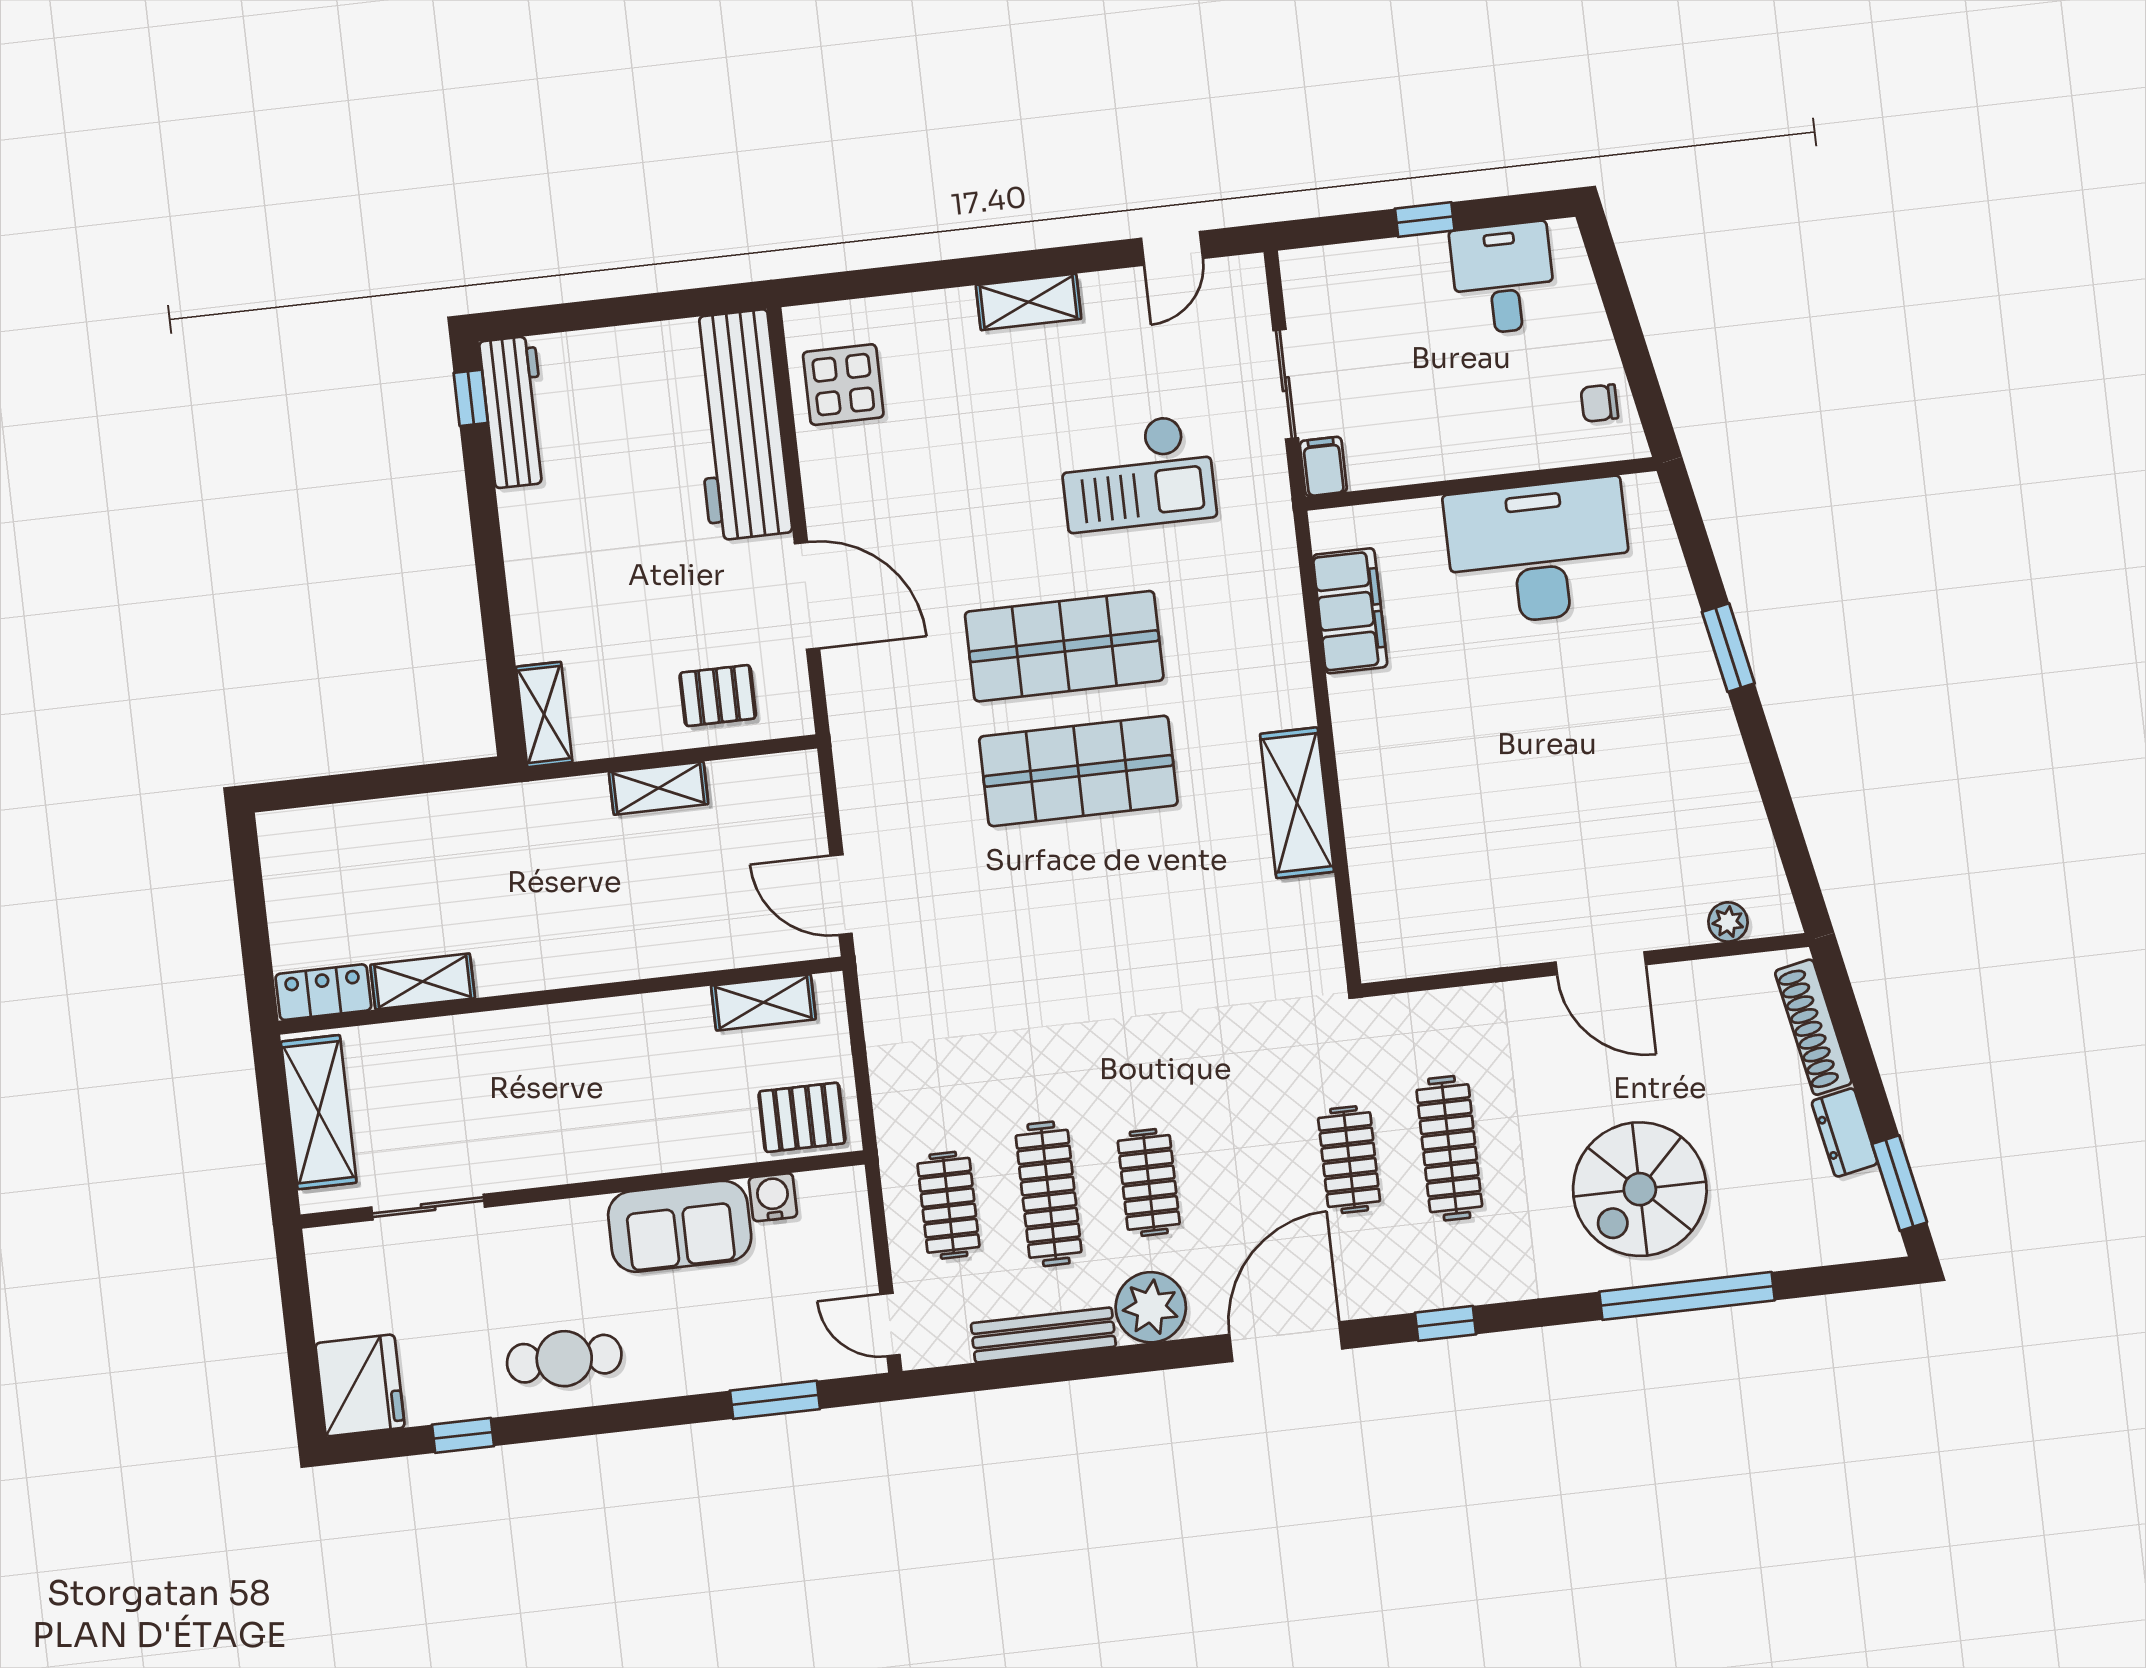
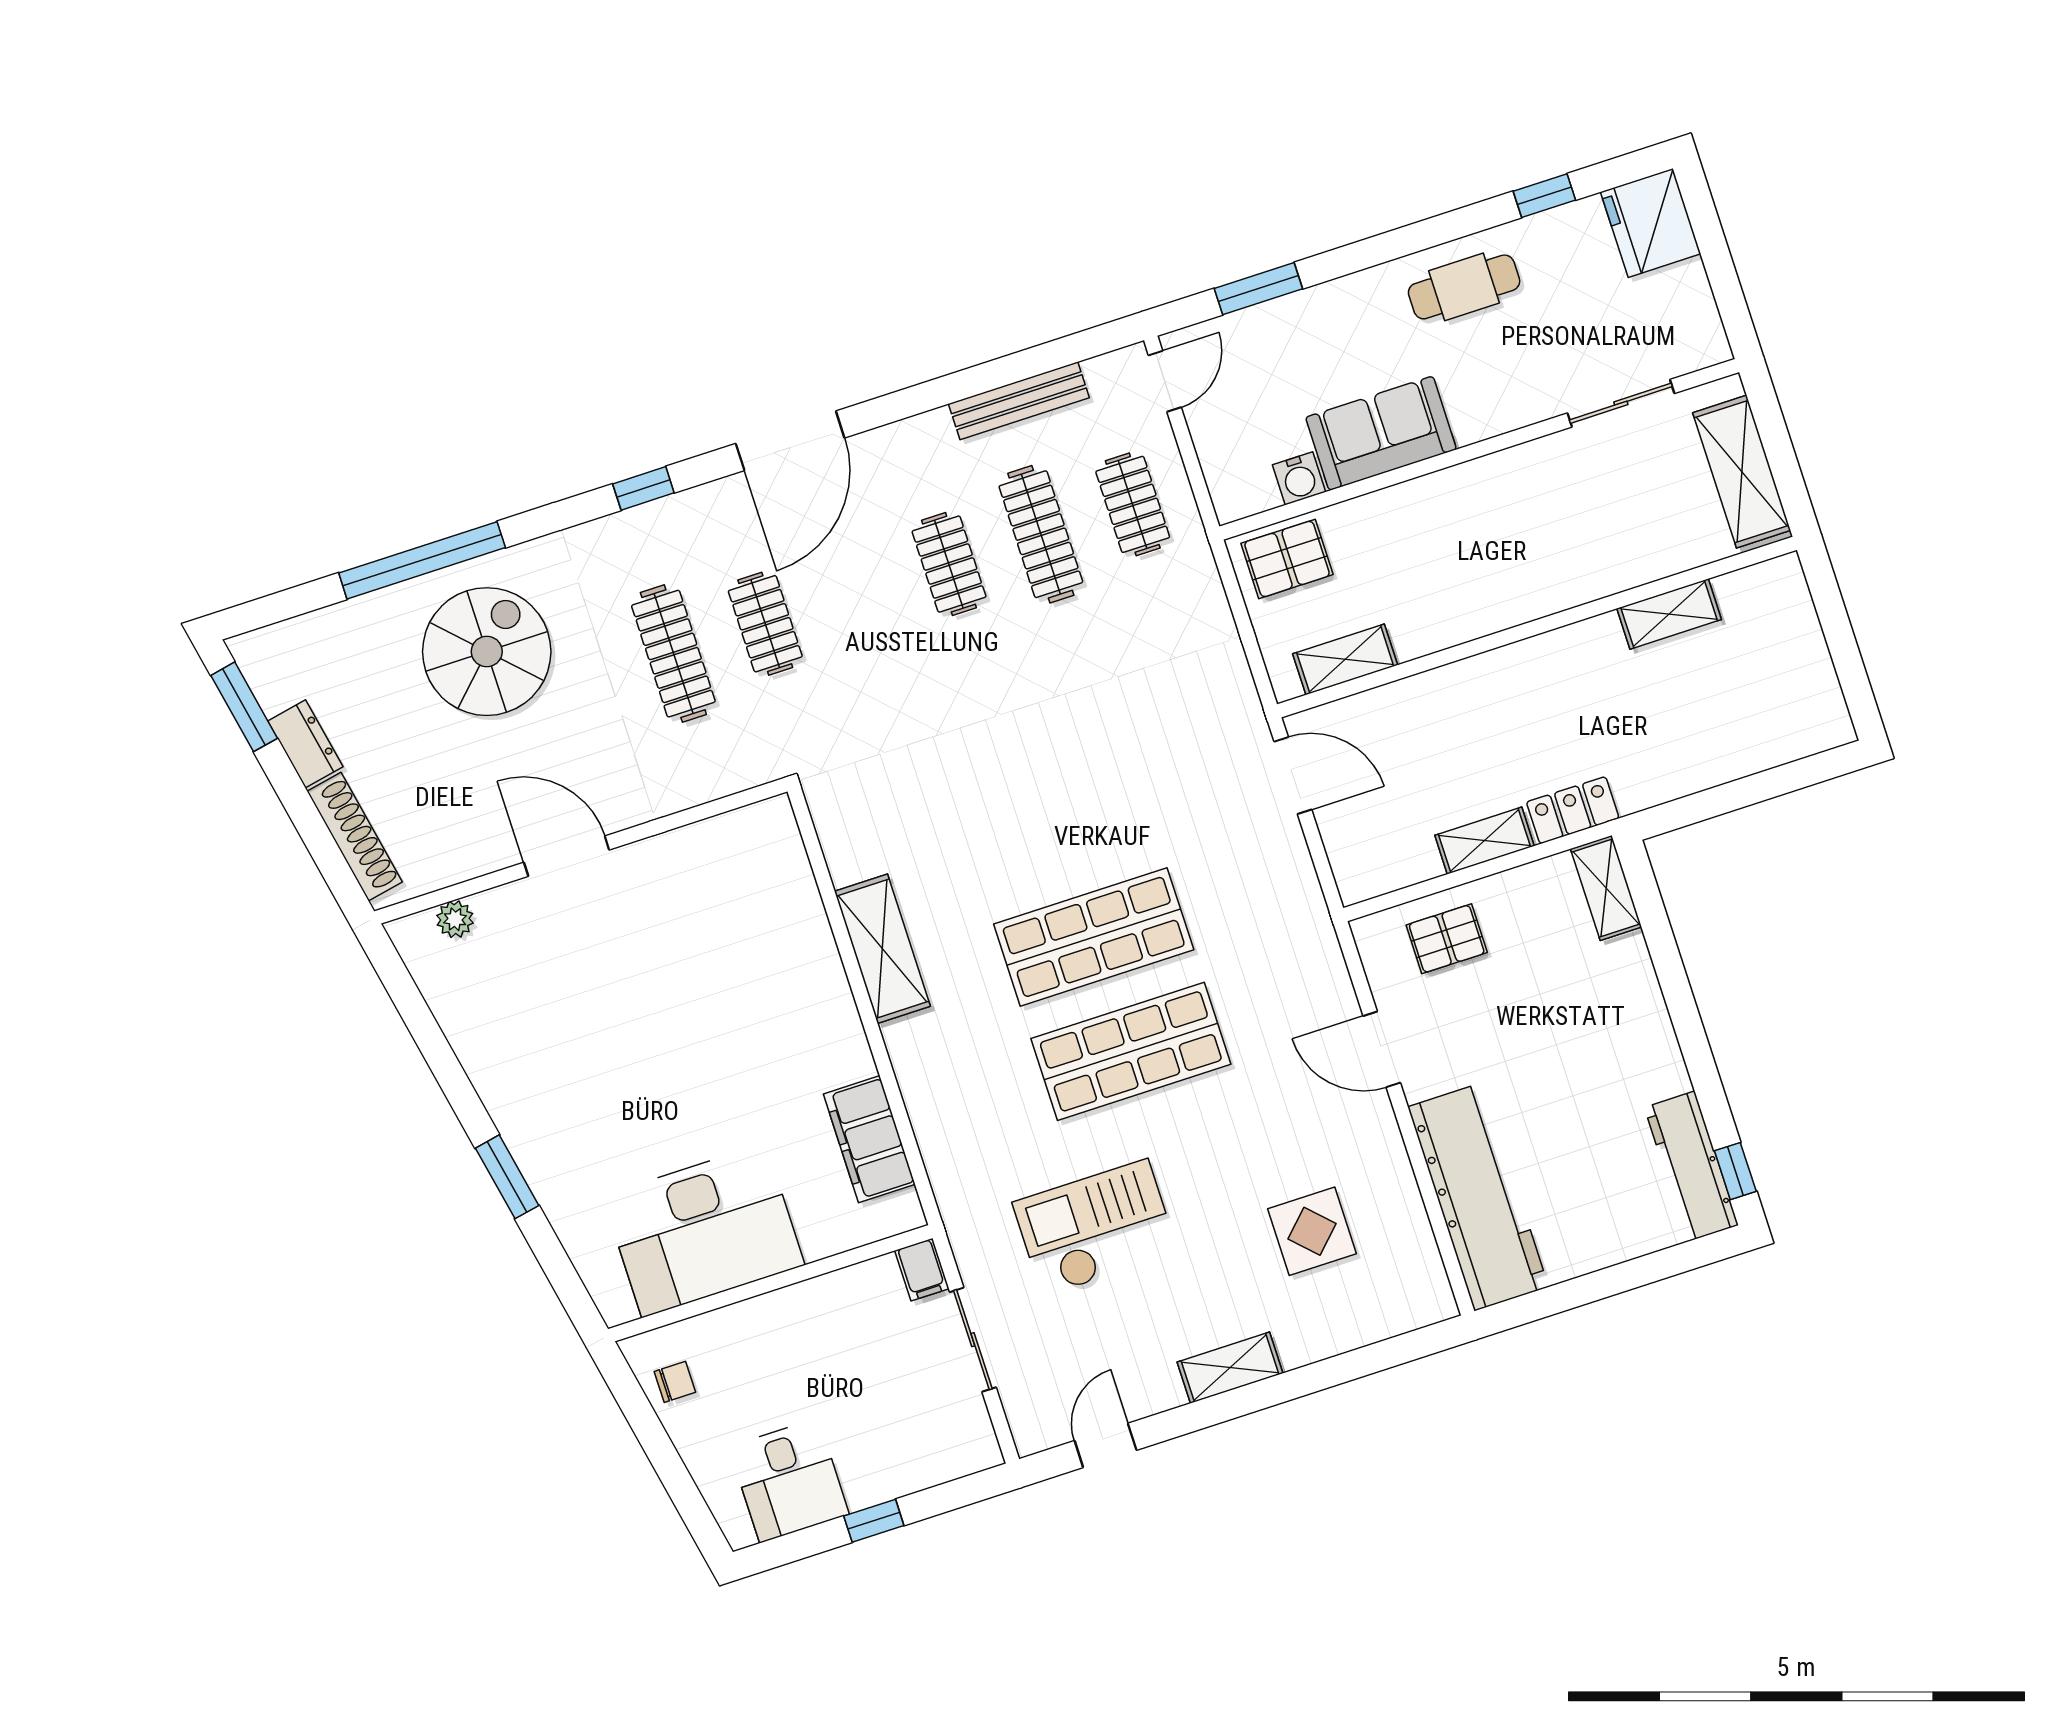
display table: (843, 385) -> (1312, 1231), moved
door: (807, 596) -> (1382, 1049), width x0.73
locker: (323, 992) -> (1573, 810), moved, turned 180
plant: (1151, 1307) -> (923, 447), removed
door: (890, 1325) -> (1165, 381), hinge flipped

